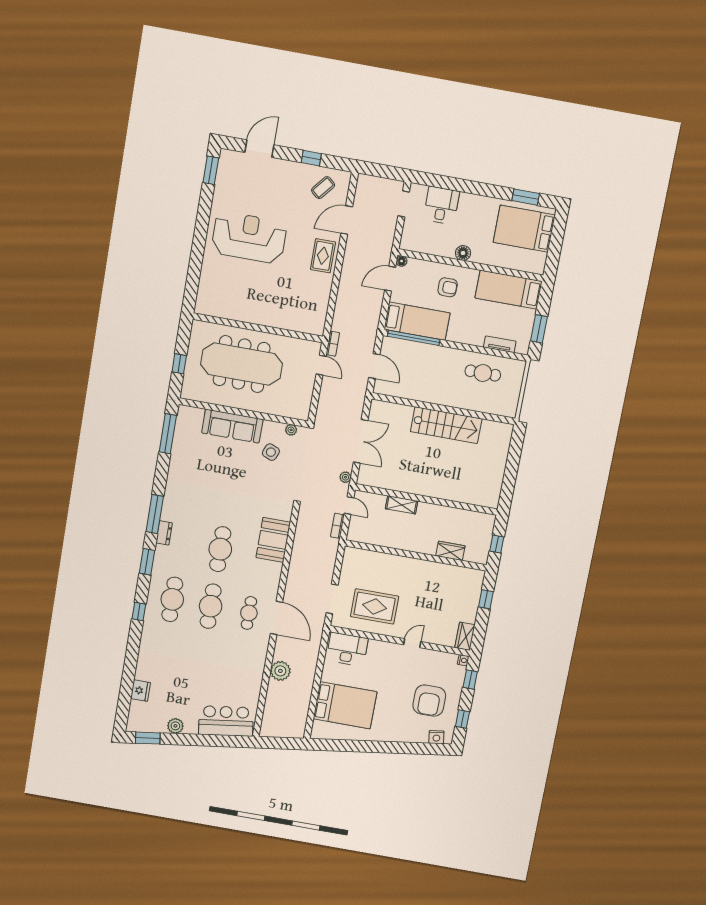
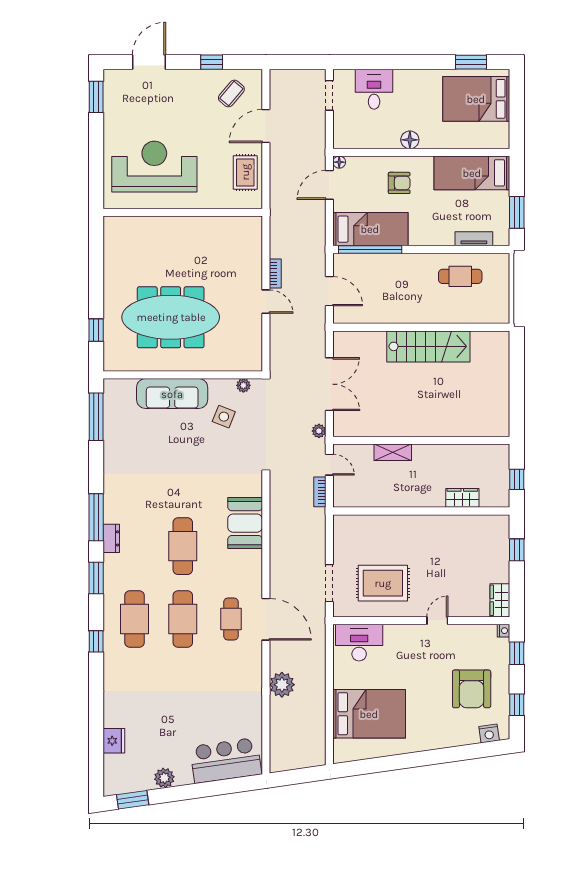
wall: (258, 328) -> (183, 212), moved

